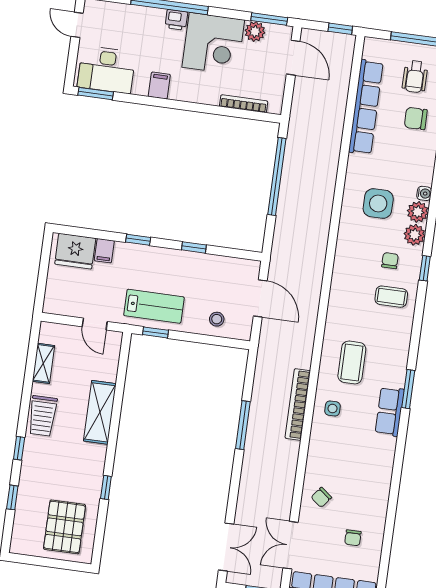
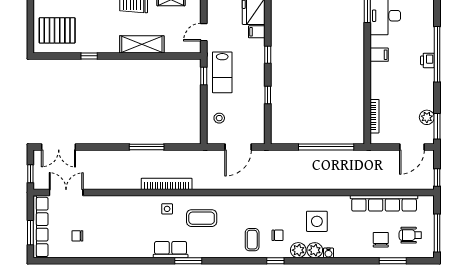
corner desk: (213, 44) -> (414, 89), removed
chair: (321, 497) -> (103, 210), removed

